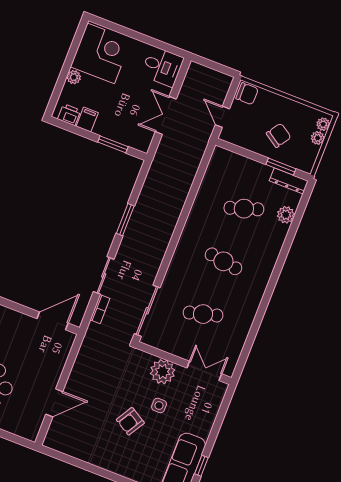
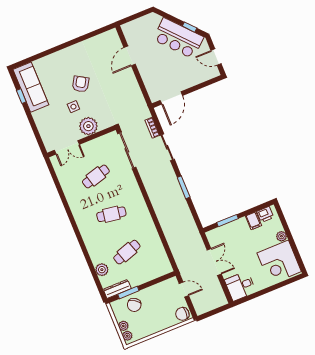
chair: (279, 135) -> (134, 305), moved

